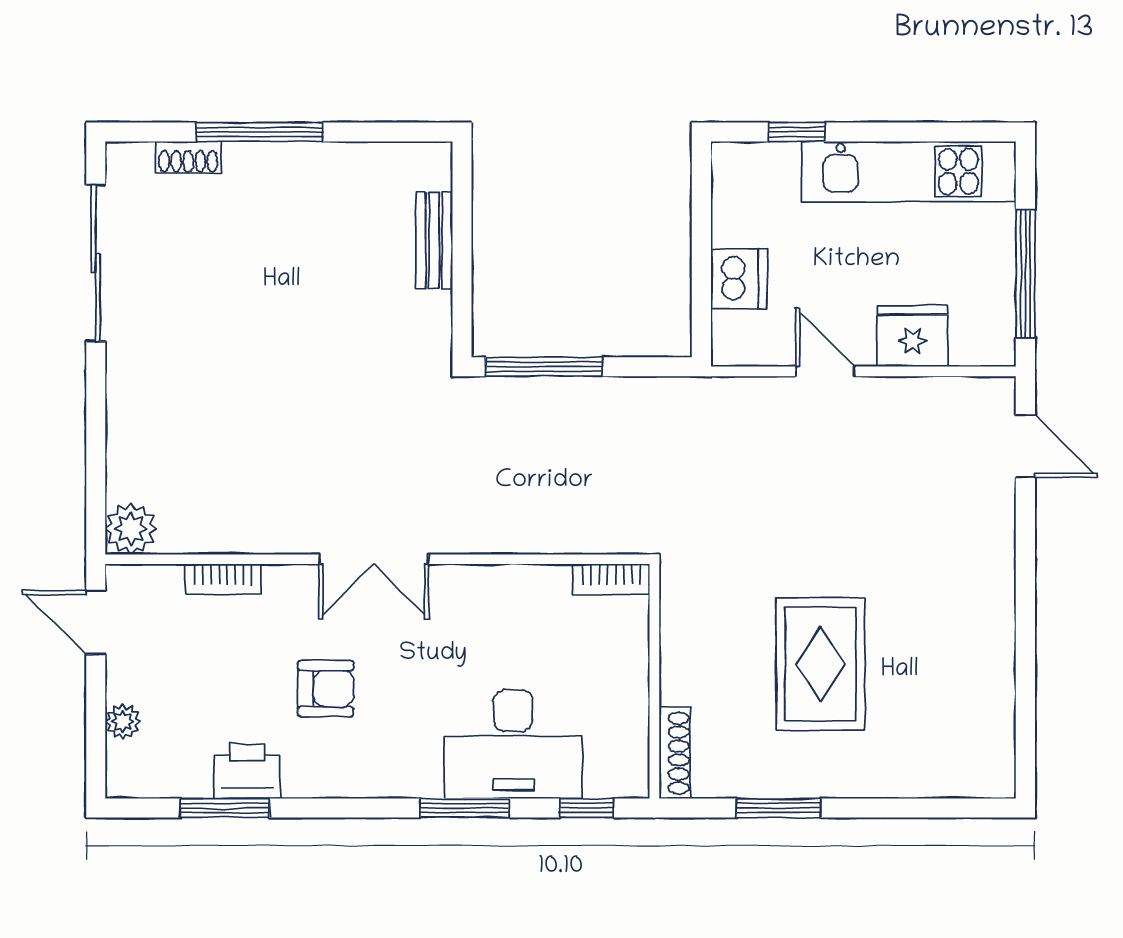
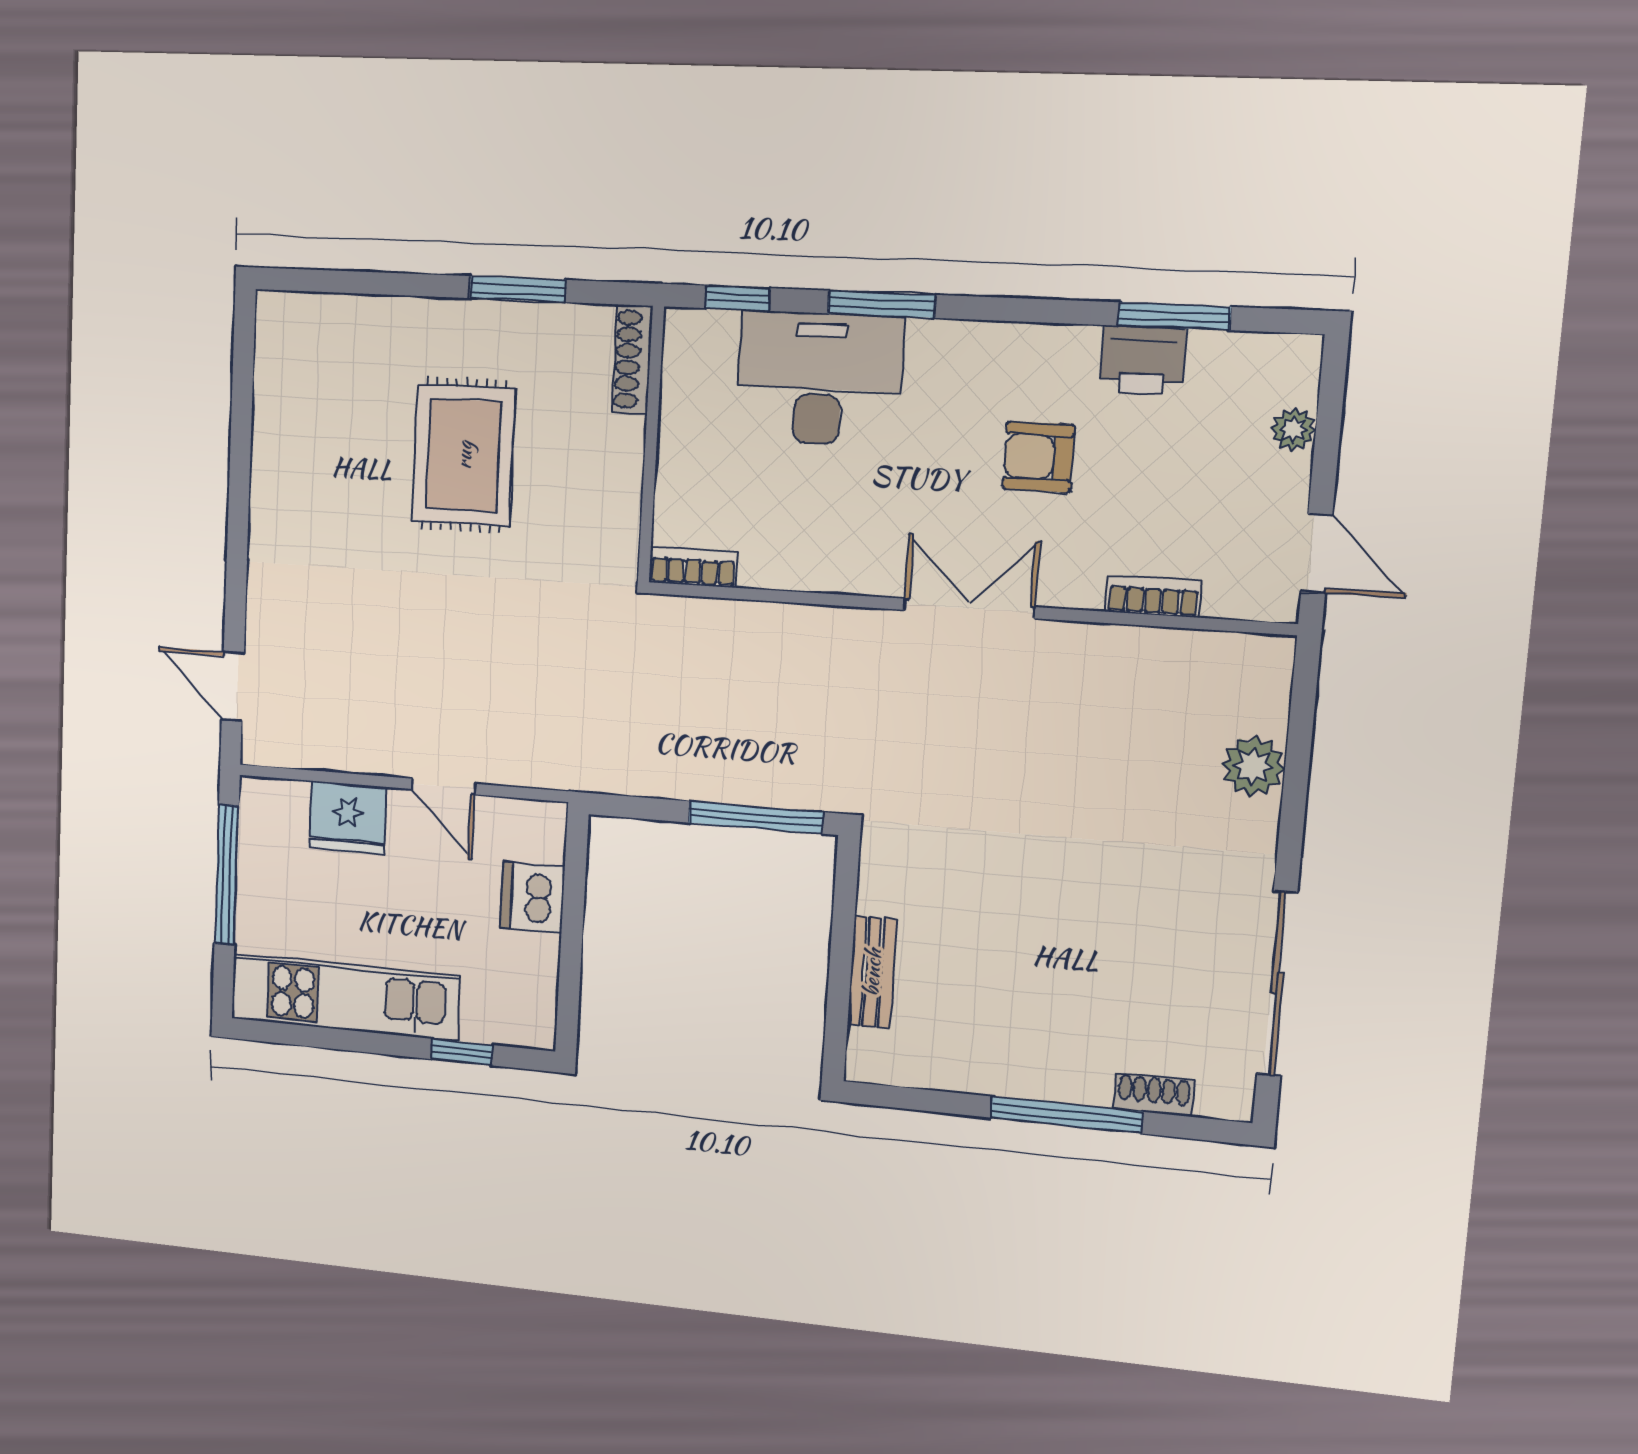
plant: (131, 529) -> (1253, 766), moved

